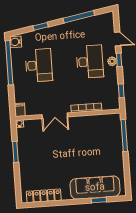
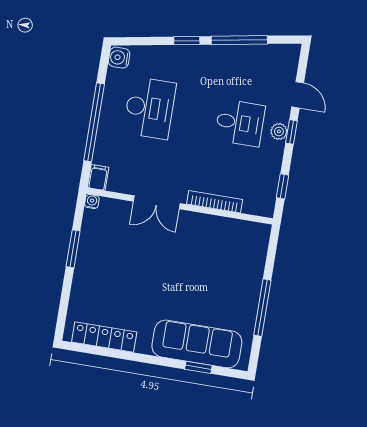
window: (41, 26) -> (187, 41), moved
desk: (90, 62) -> (240, 123), width x0.73
window: (9, 63) -> (94, 122), moved
window: (124, 135) -> (262, 308), moved

